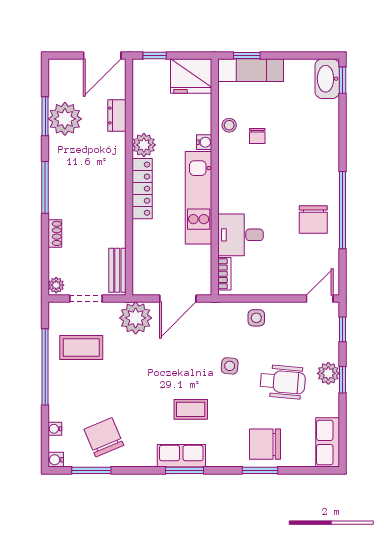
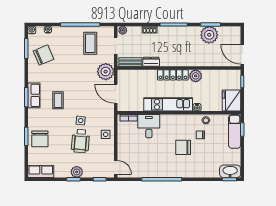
dresser: (117, 115) -> (151, 62), moved
chair: (313, 219) -> (183, 147), moved
wheelchair: (283, 382) -> (80, 141), moved
chair: (265, 444) -> (40, 139), turned 180

